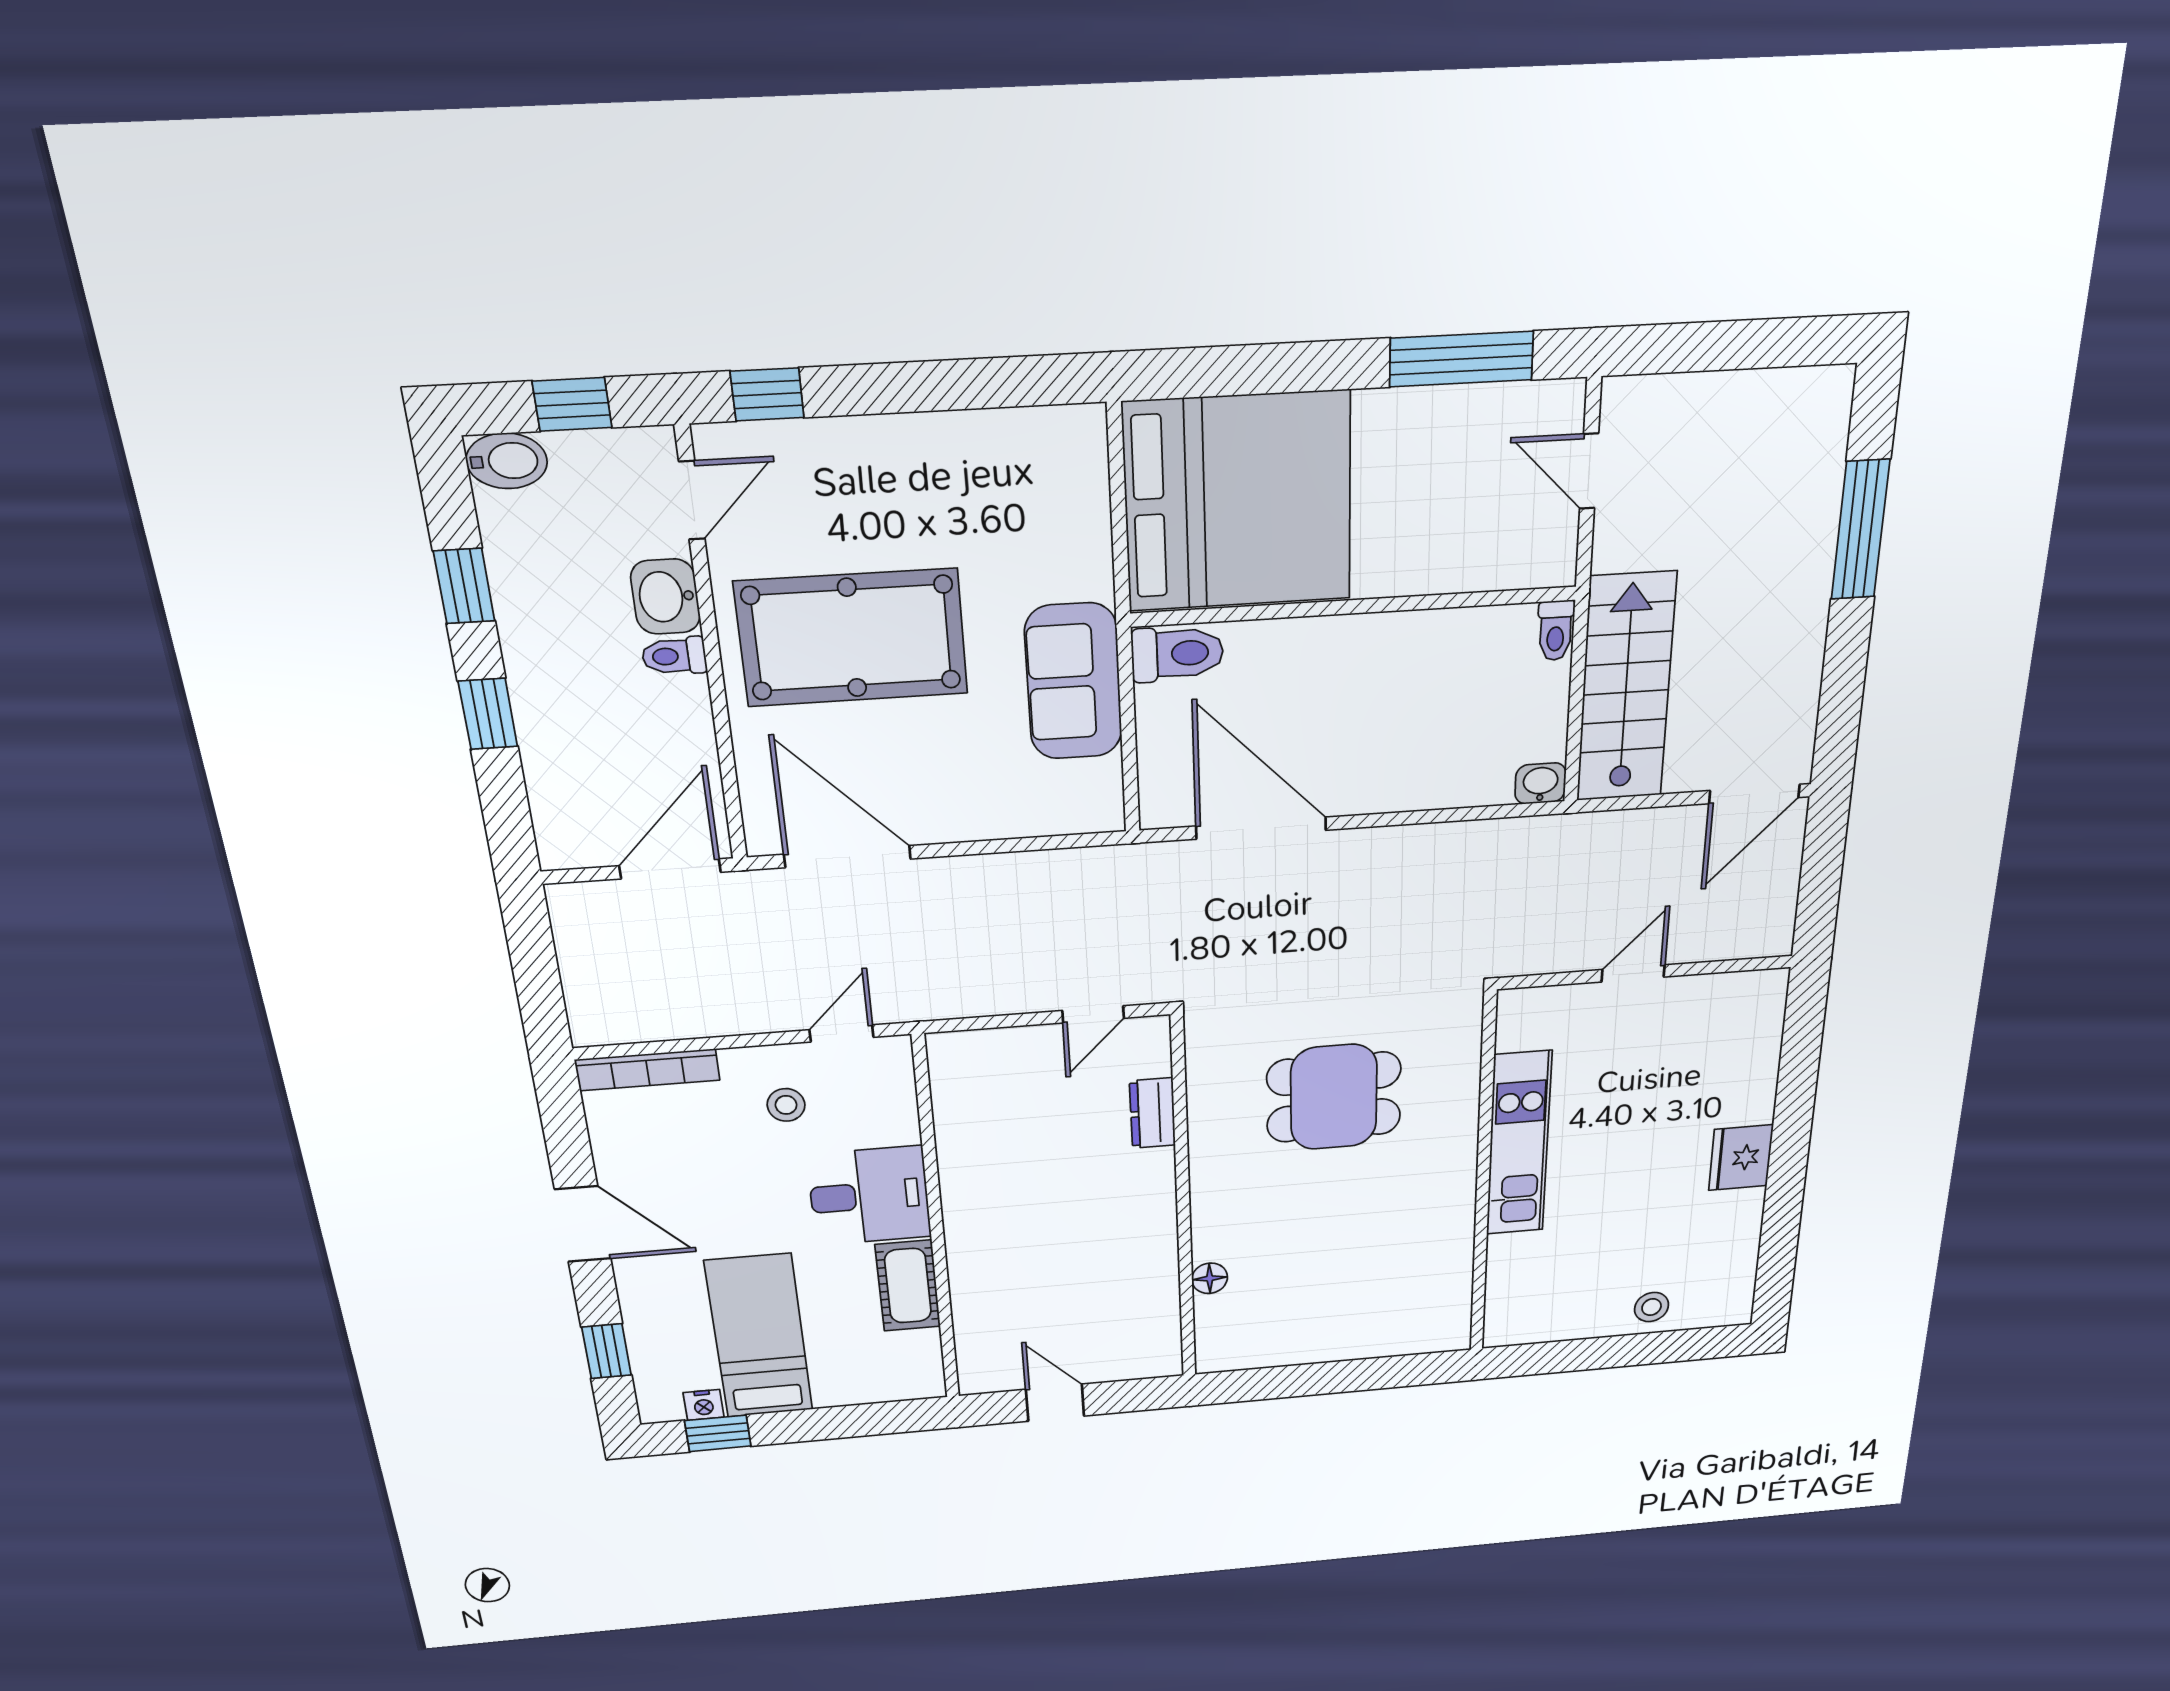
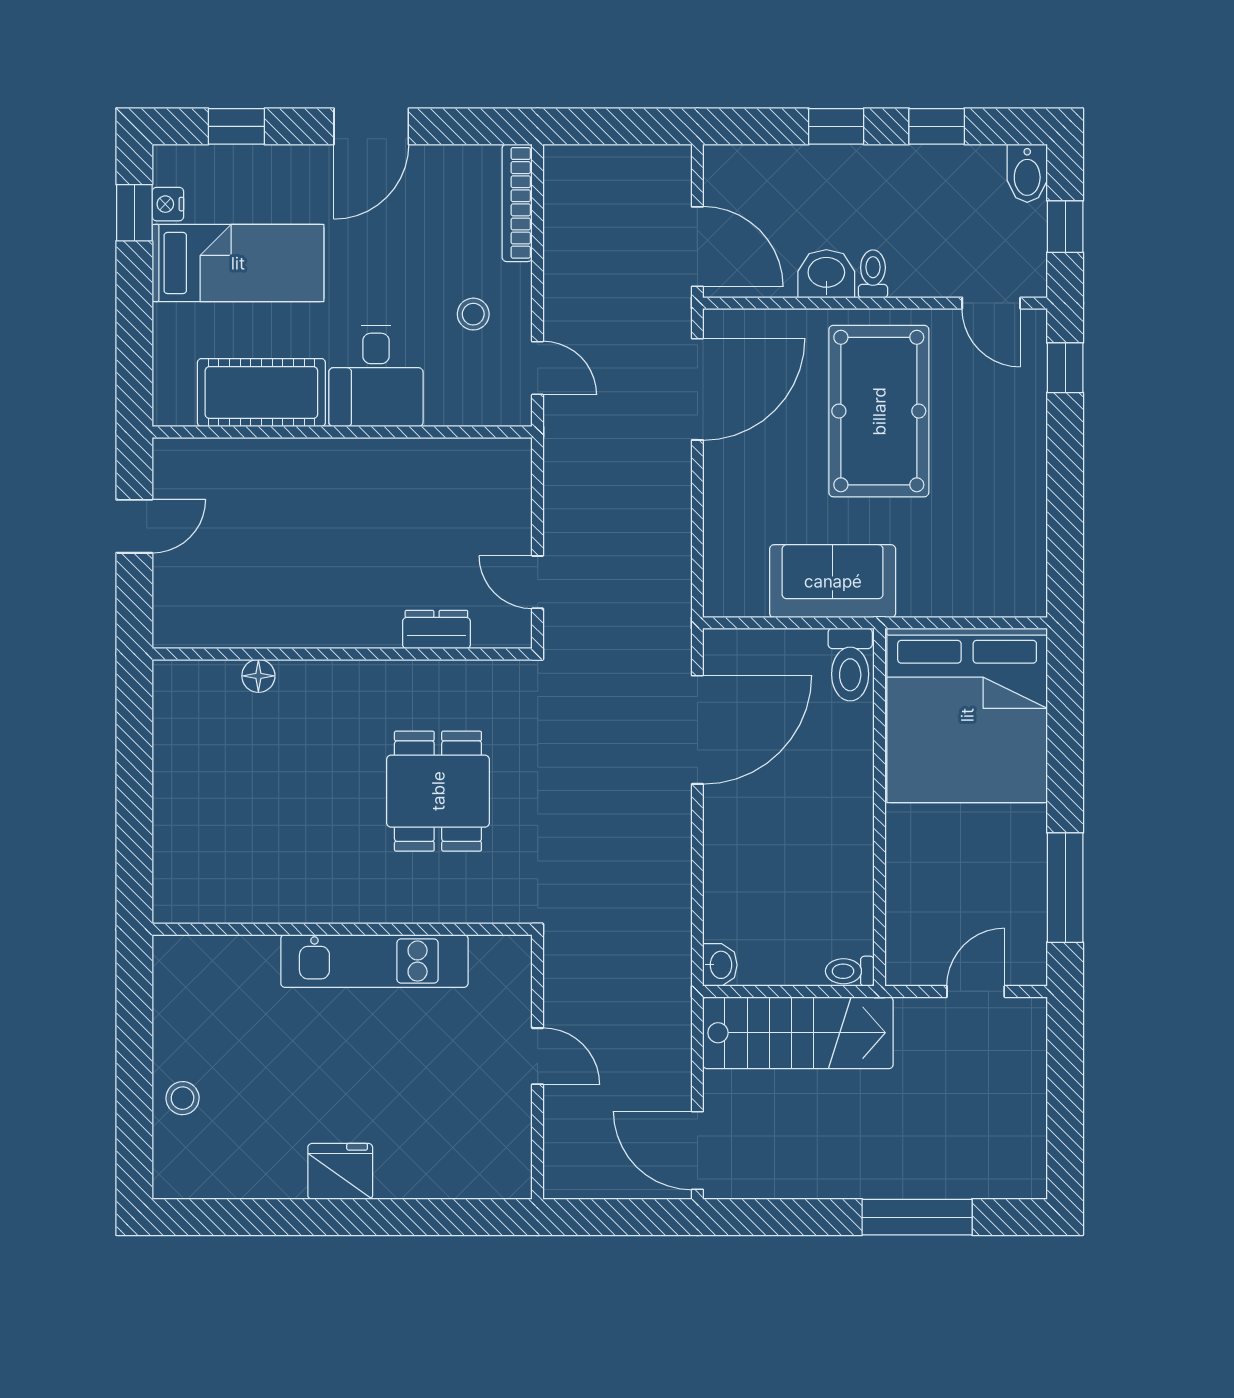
washbasin: (666, 597) -> (826, 274), moved
cot: (908, 1286) -> (261, 393), width x1.37, depth x1.34

